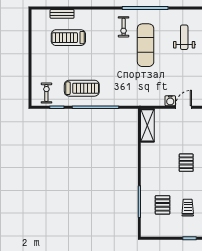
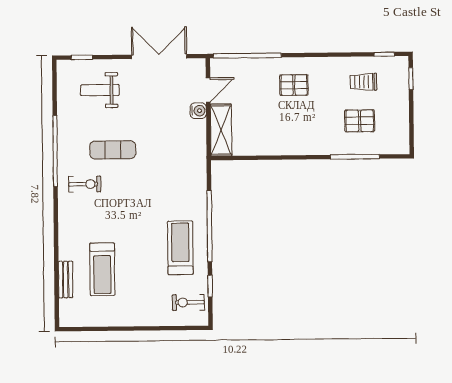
exercise mat: (146, 45) -> (113, 150), width x0.73, depth x0.69
door: (184, 107) -> (208, 90), swing flipped
shelving: (147, 125) -> (221, 130), moved, turned 90

